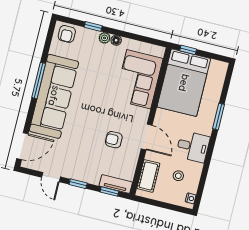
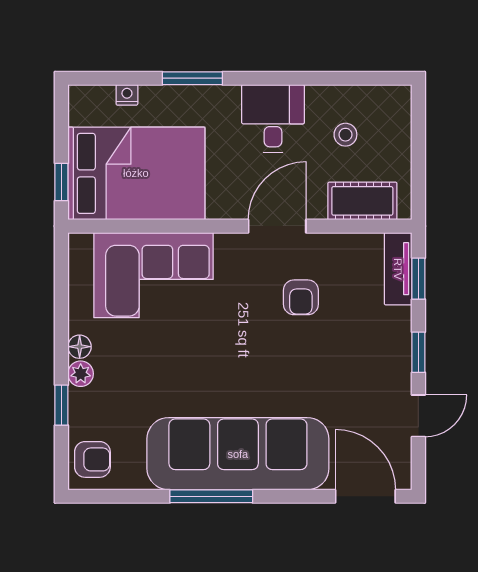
nightstand: (191, 198) -> (127, 95), moved

